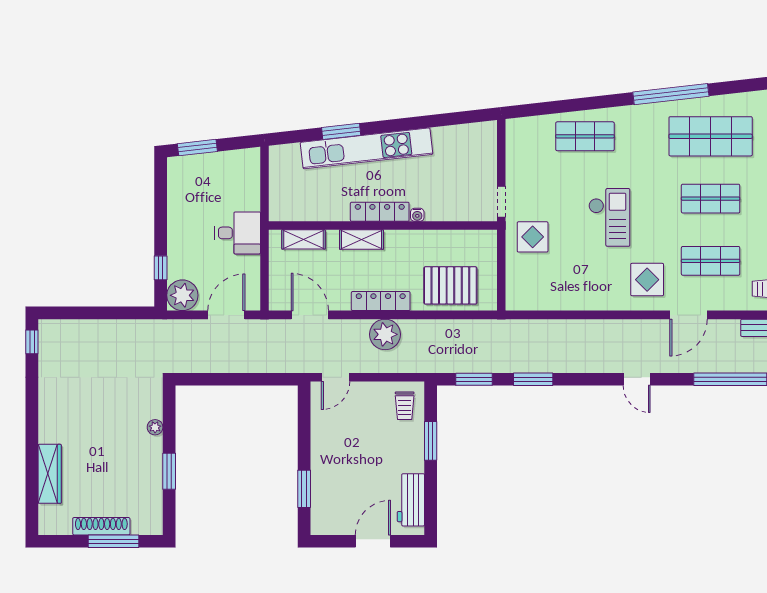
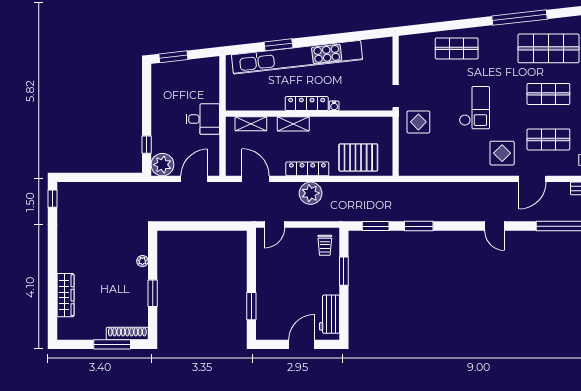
kitchen unit: (367, 148) -> (297, 57), width x1.36
shoe rack: (101, 526) -> (127, 333), moved

